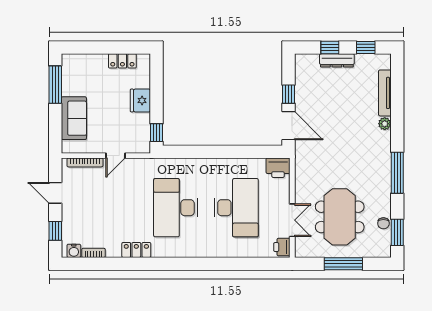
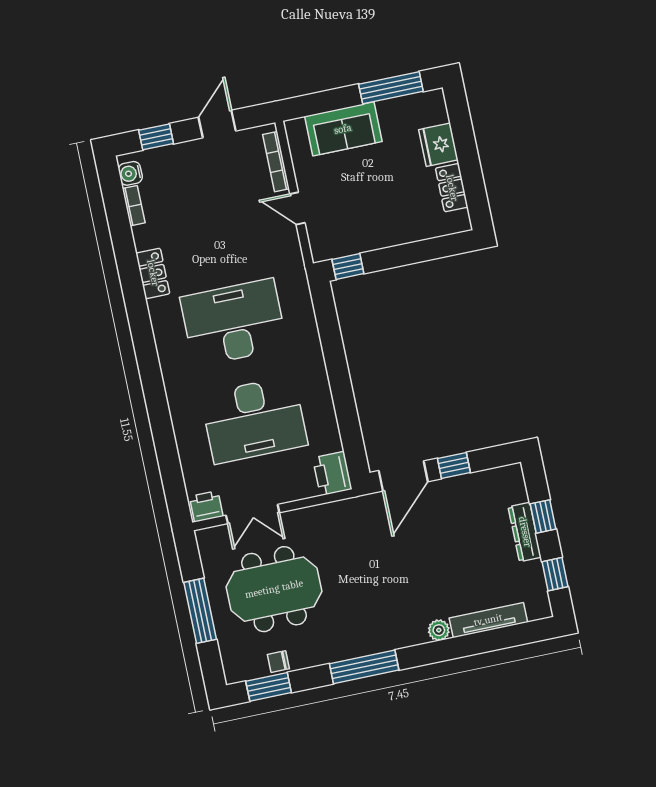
fridge: (140, 100) -> (438, 145), moved, turned -90

